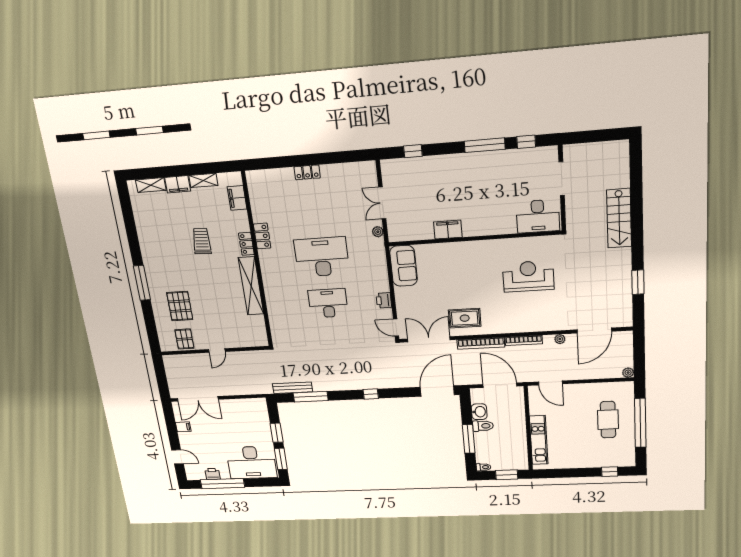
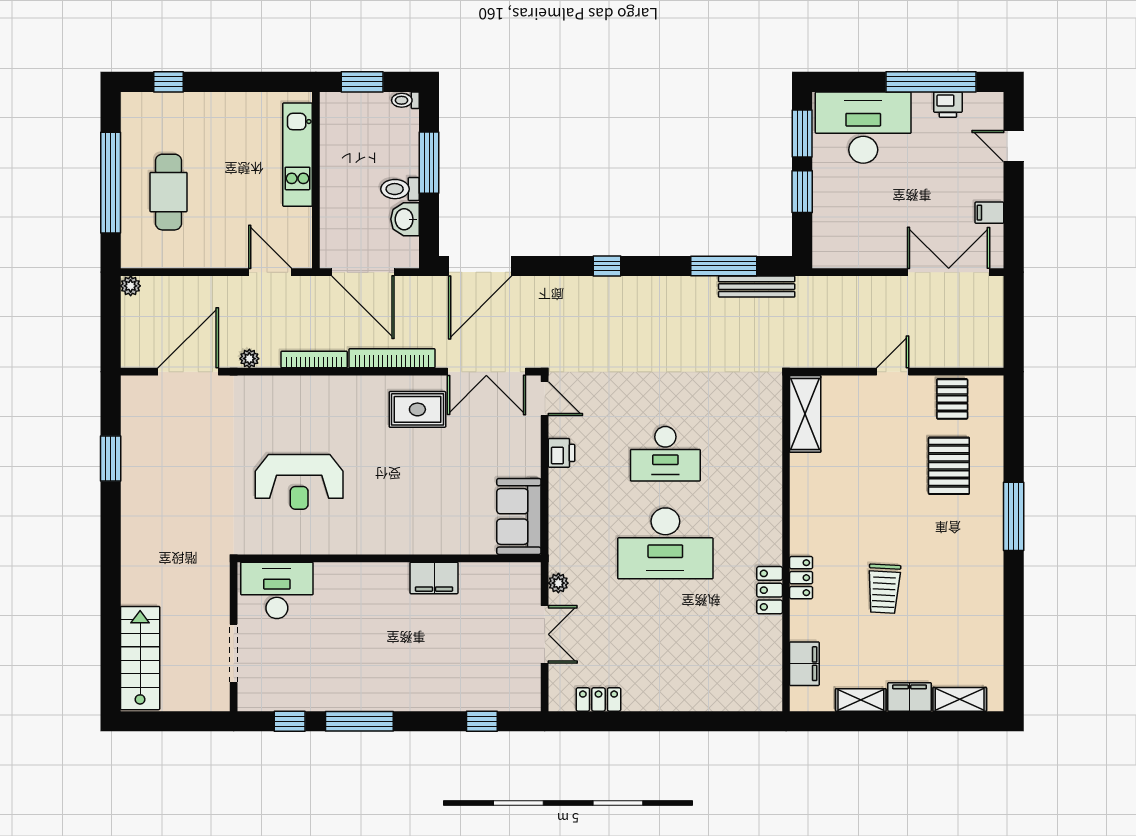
locker: (307, 172) -> (598, 699), moved
stairs: (619, 218) -> (140, 658), moved
shelving: (251, 286) -> (805, 414), moved, width x0.68

